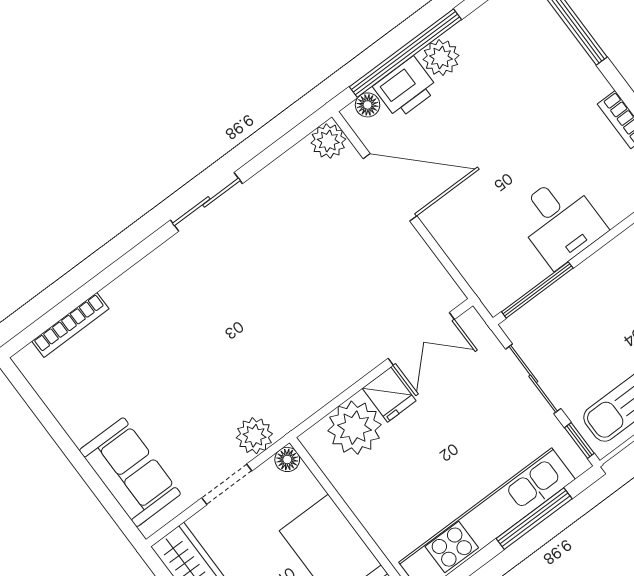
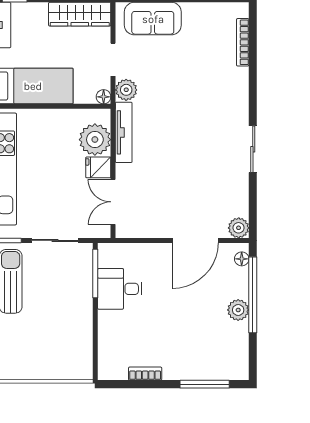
printer: (405, 88) -> (236, 283), removed
desk: (560, 221) -> (120, 289), moved
tv unit: (315, 396) -> (124, 132), added

